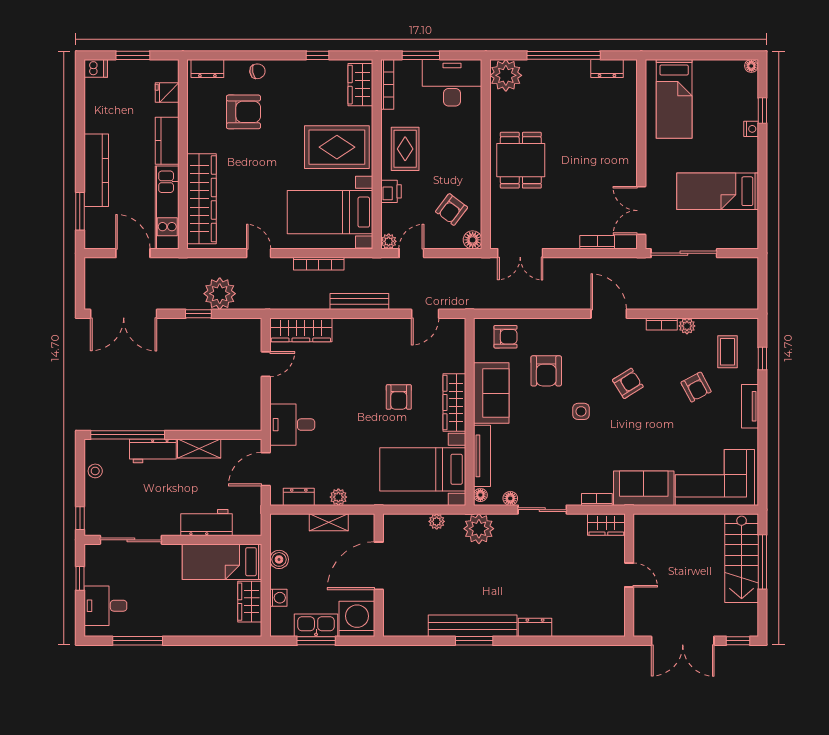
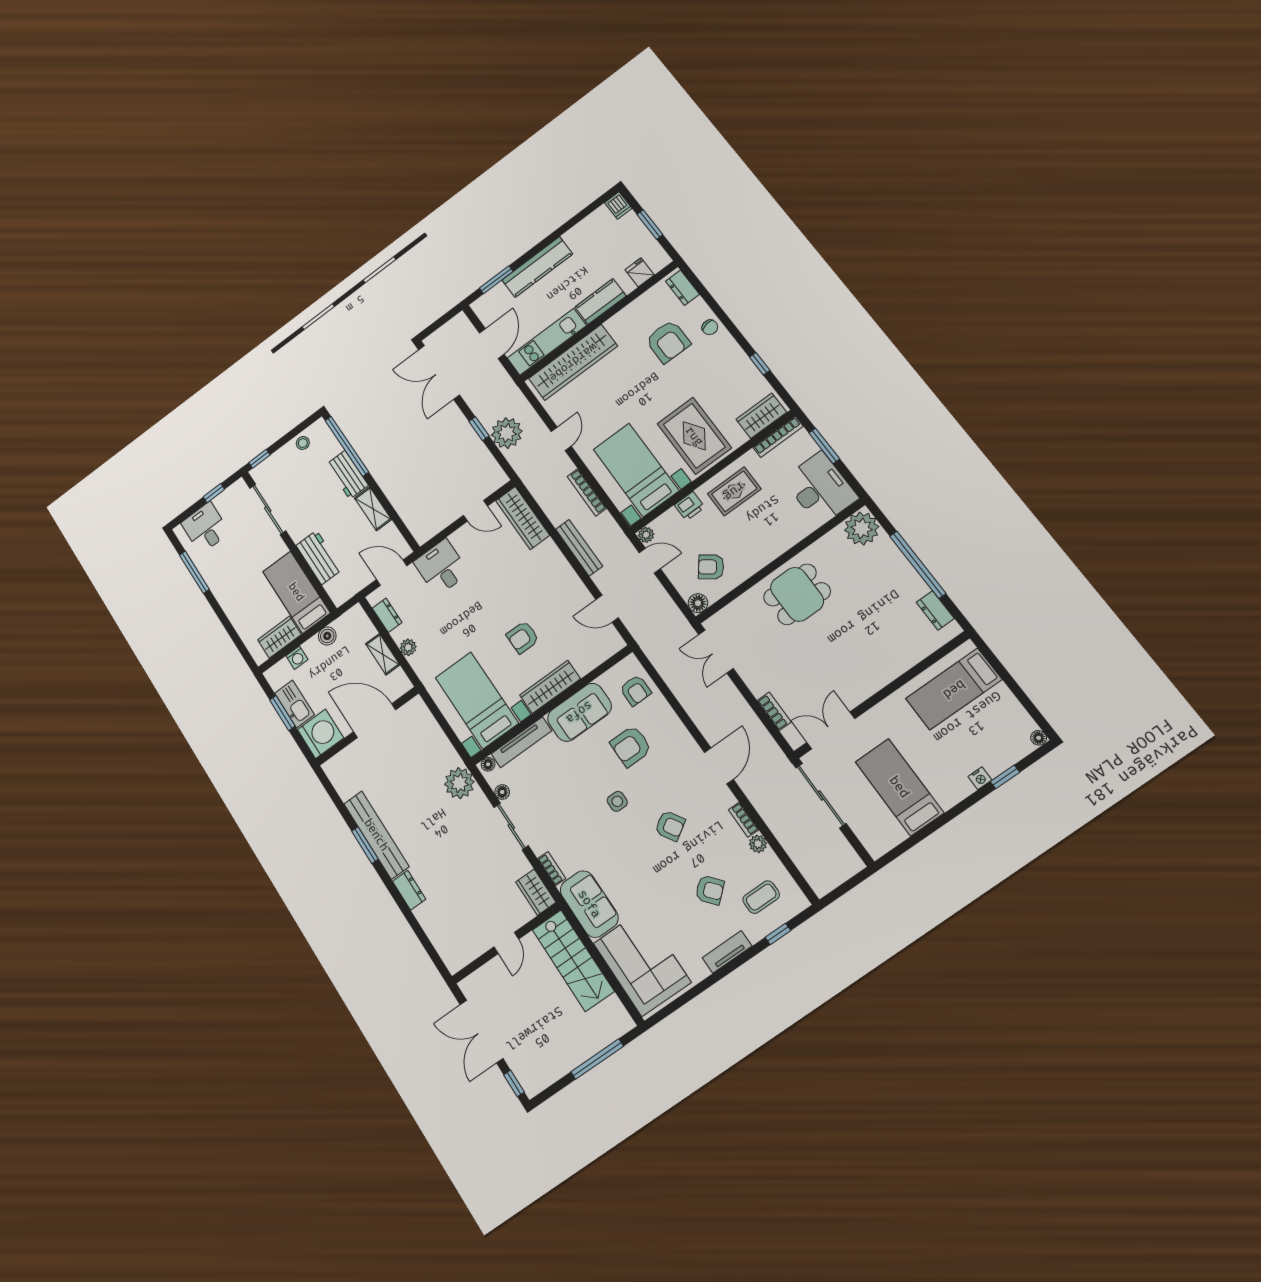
armchair: (696, 387) -> (710, 890), turned -103
plant: (437, 521) -> (442, 743), removed
stairs: (742, 558) -> (573, 961), moved, turned -90

